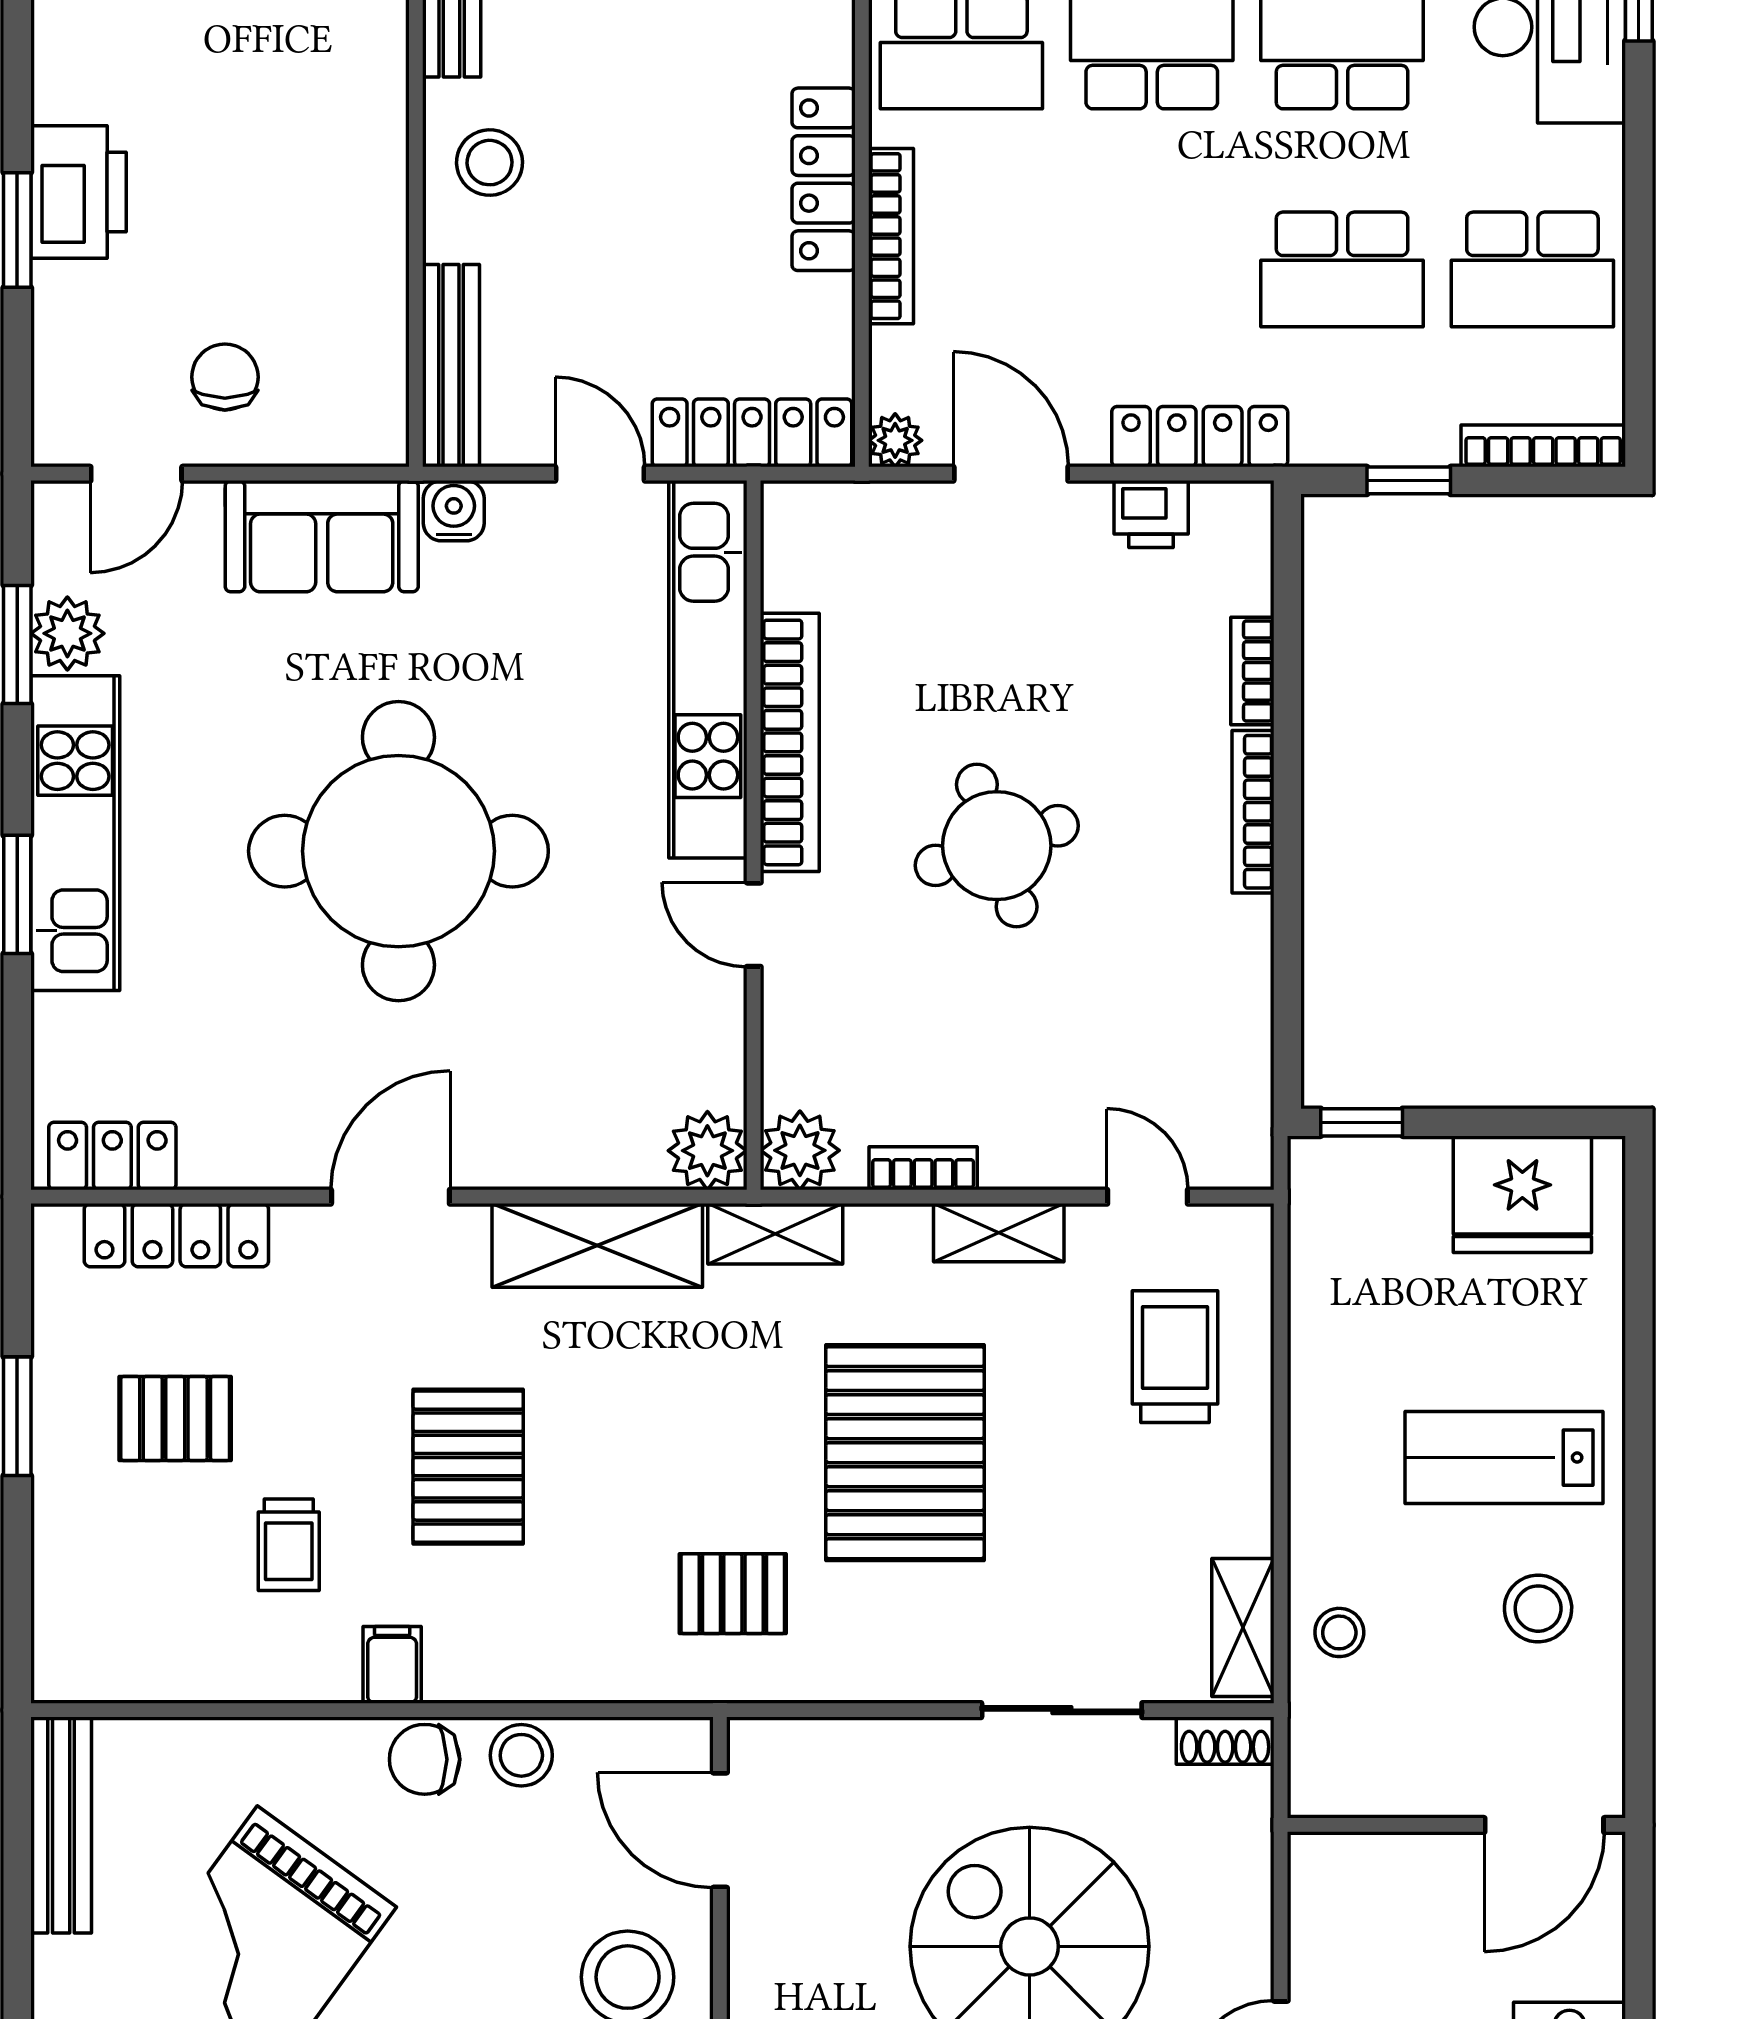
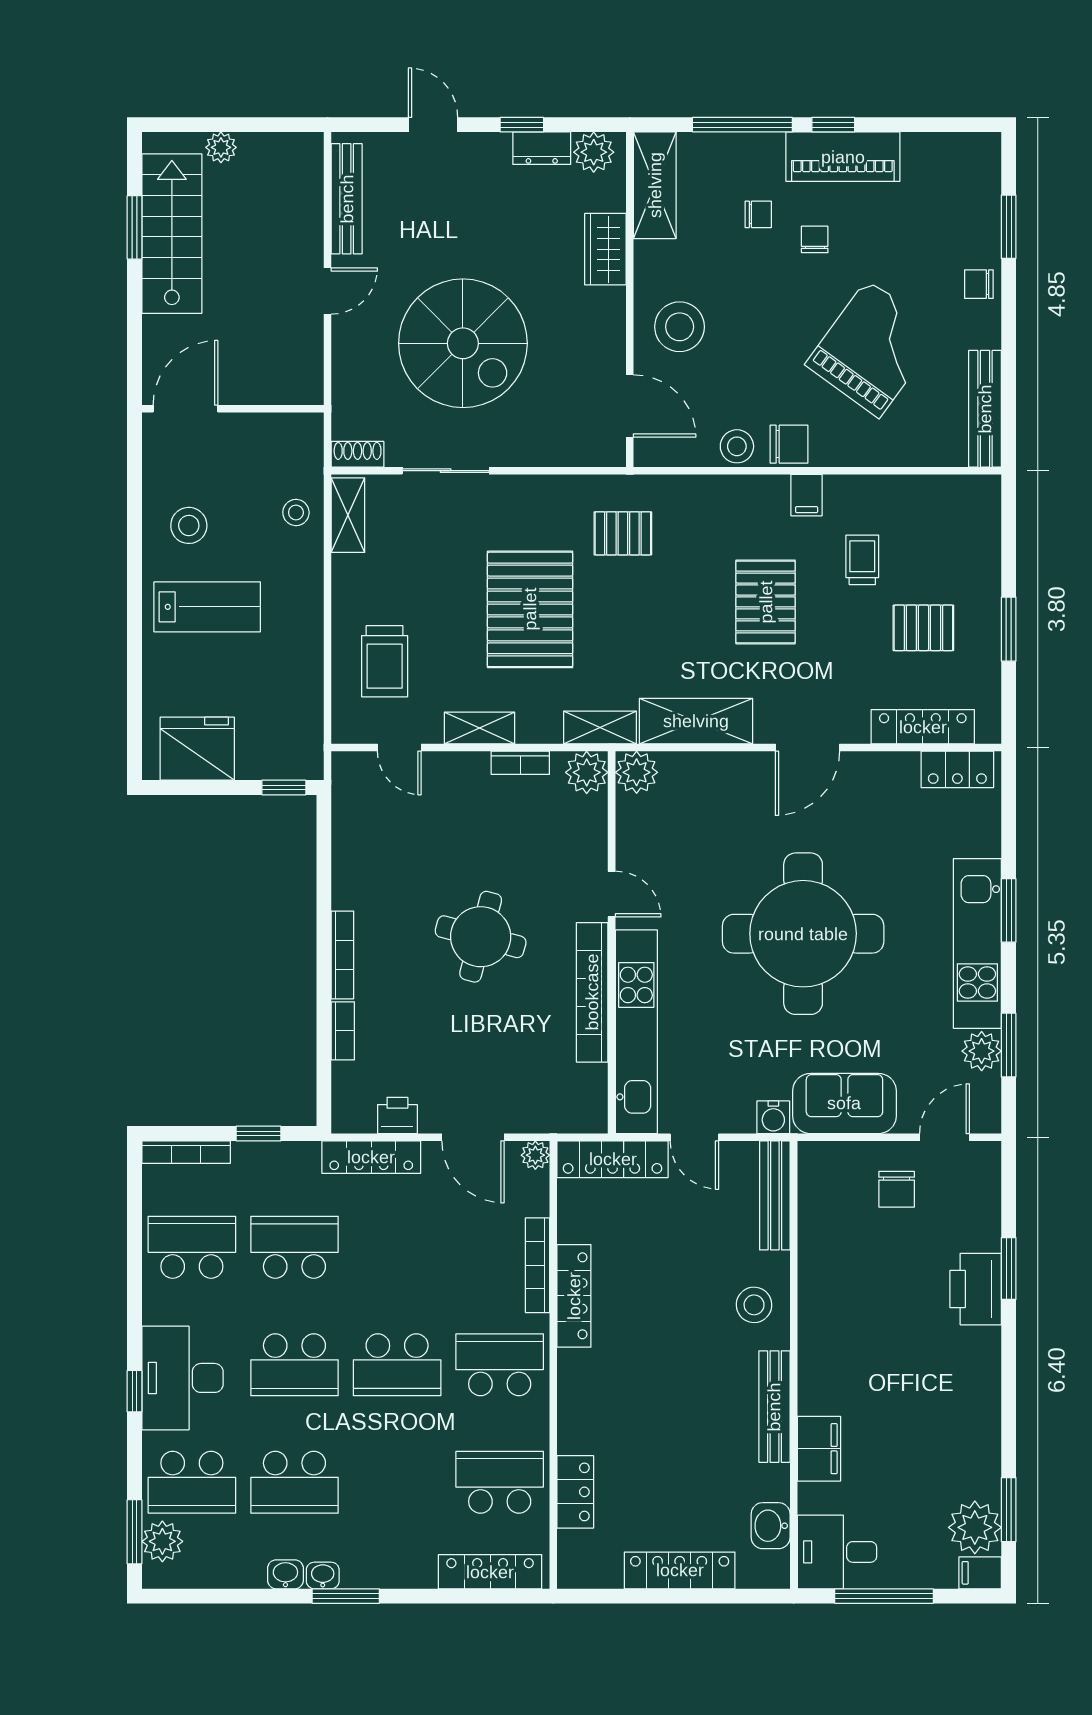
round table: (997, 846) -> (481, 937), turned 33

